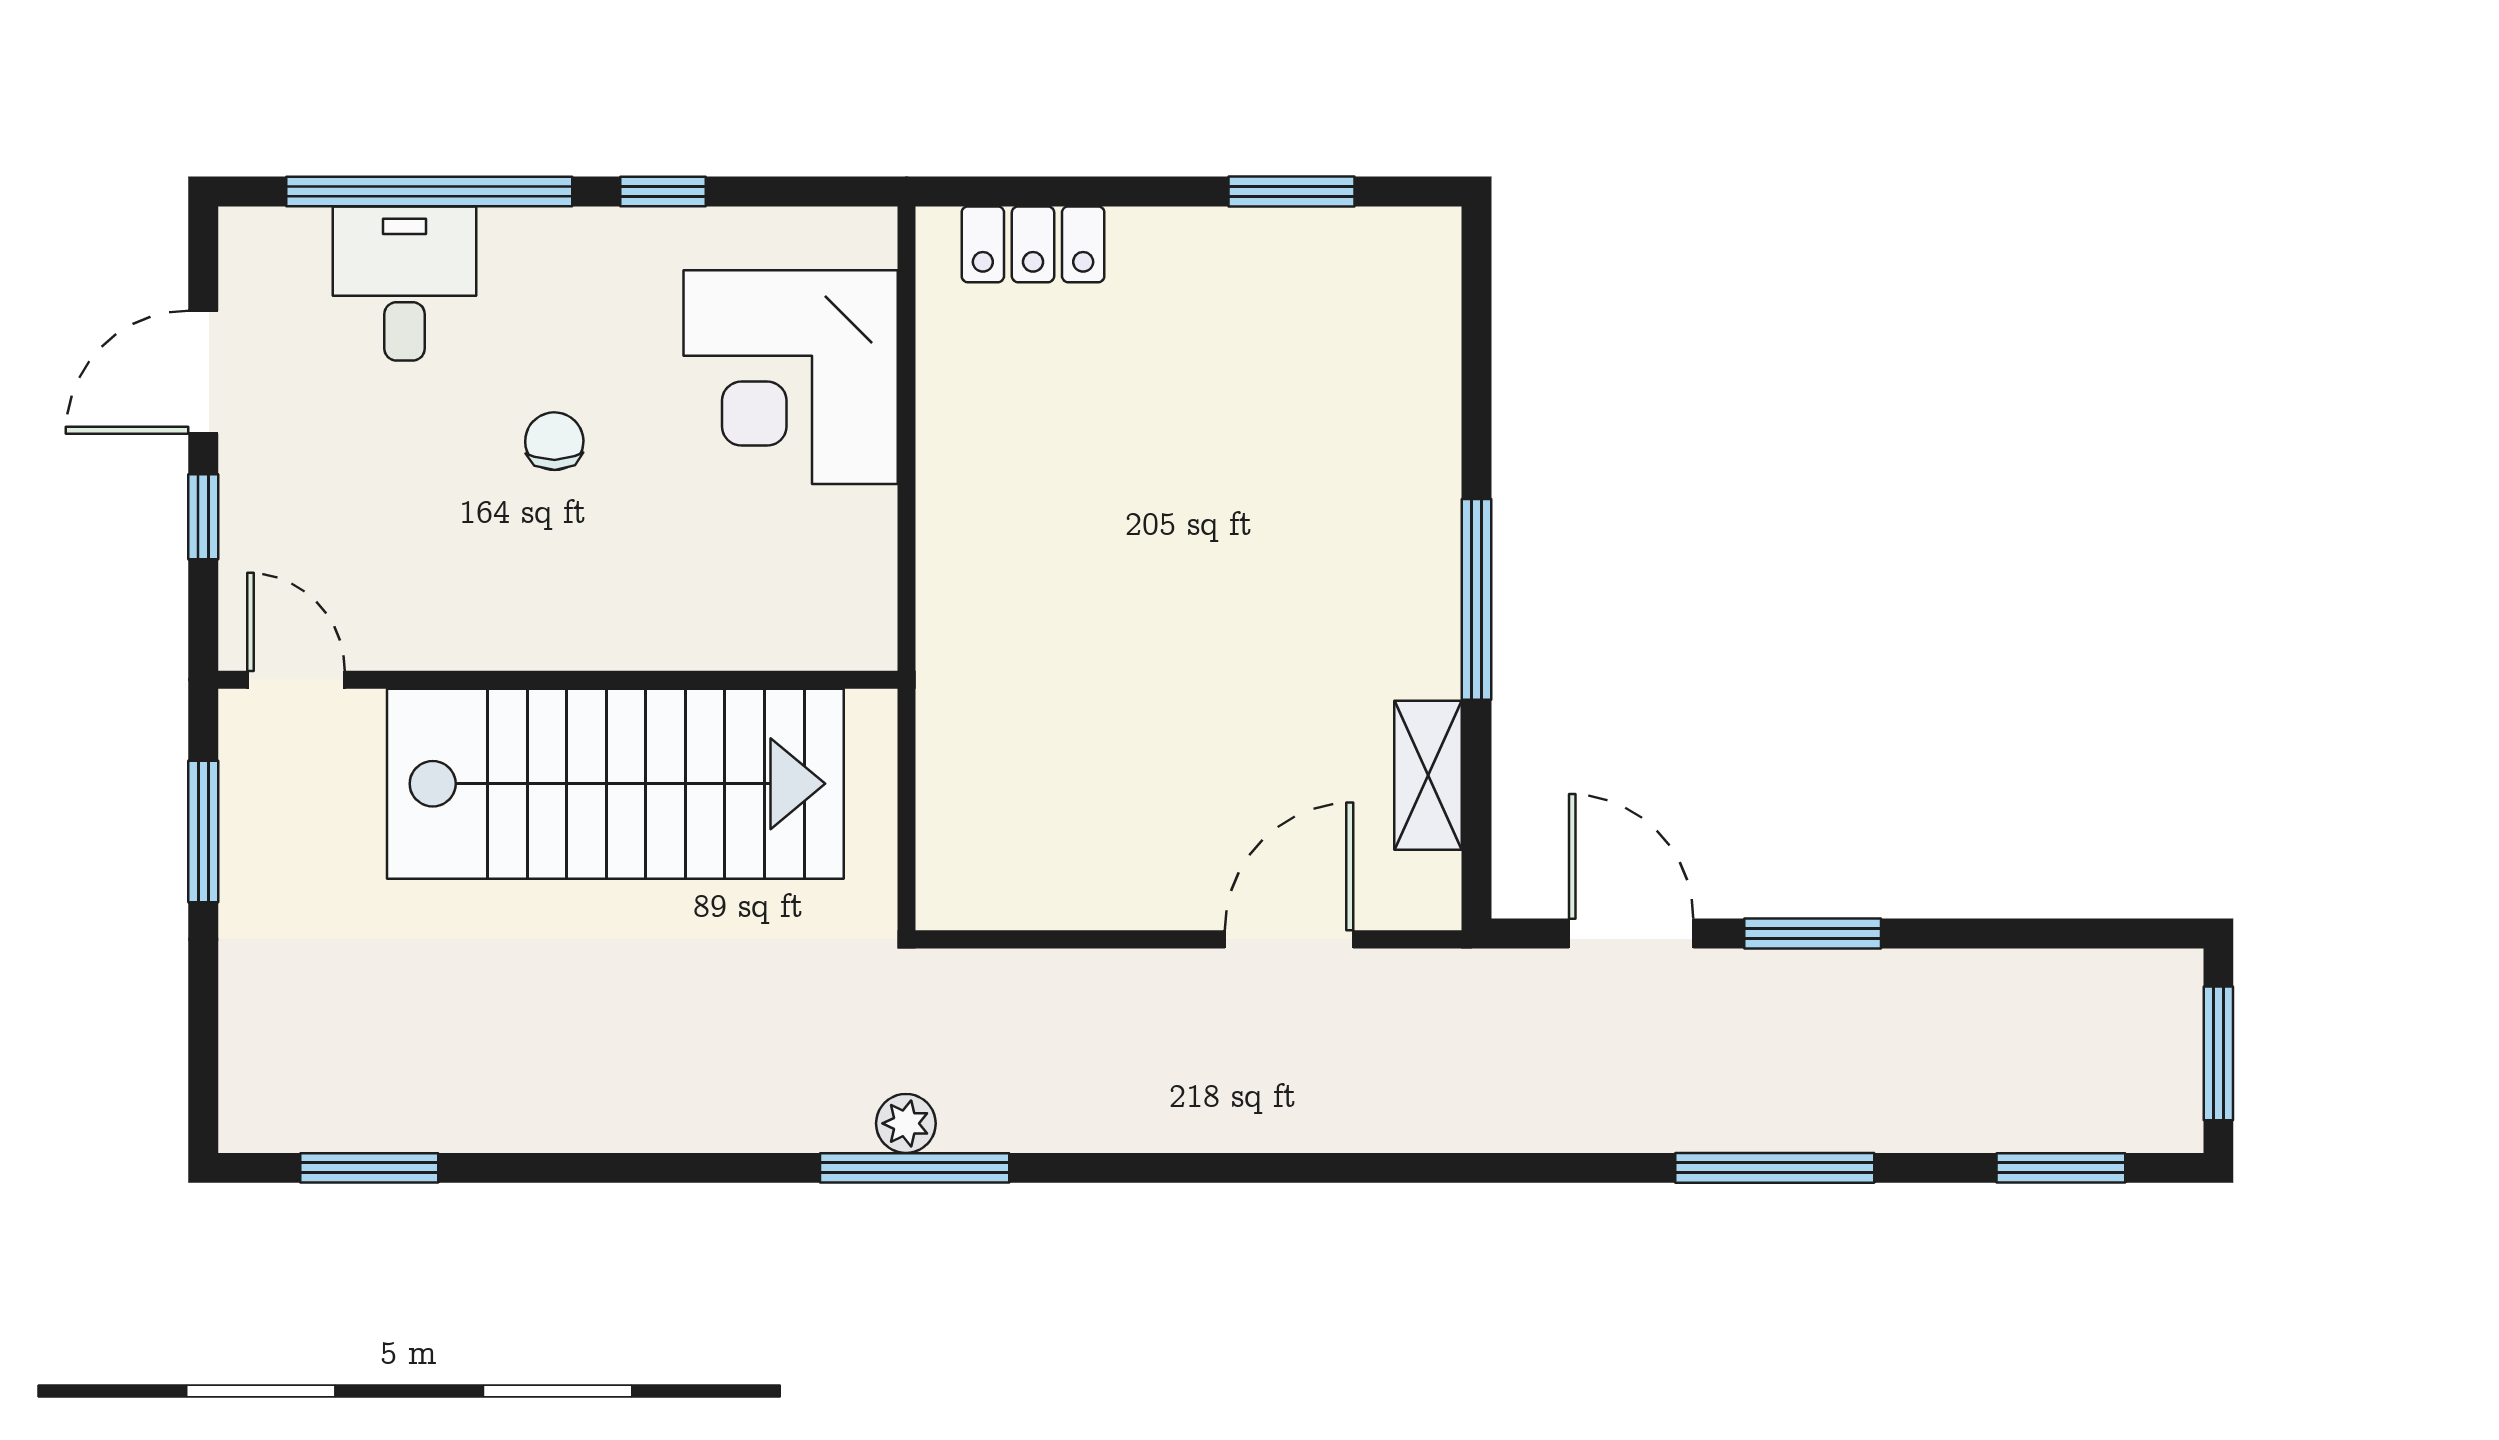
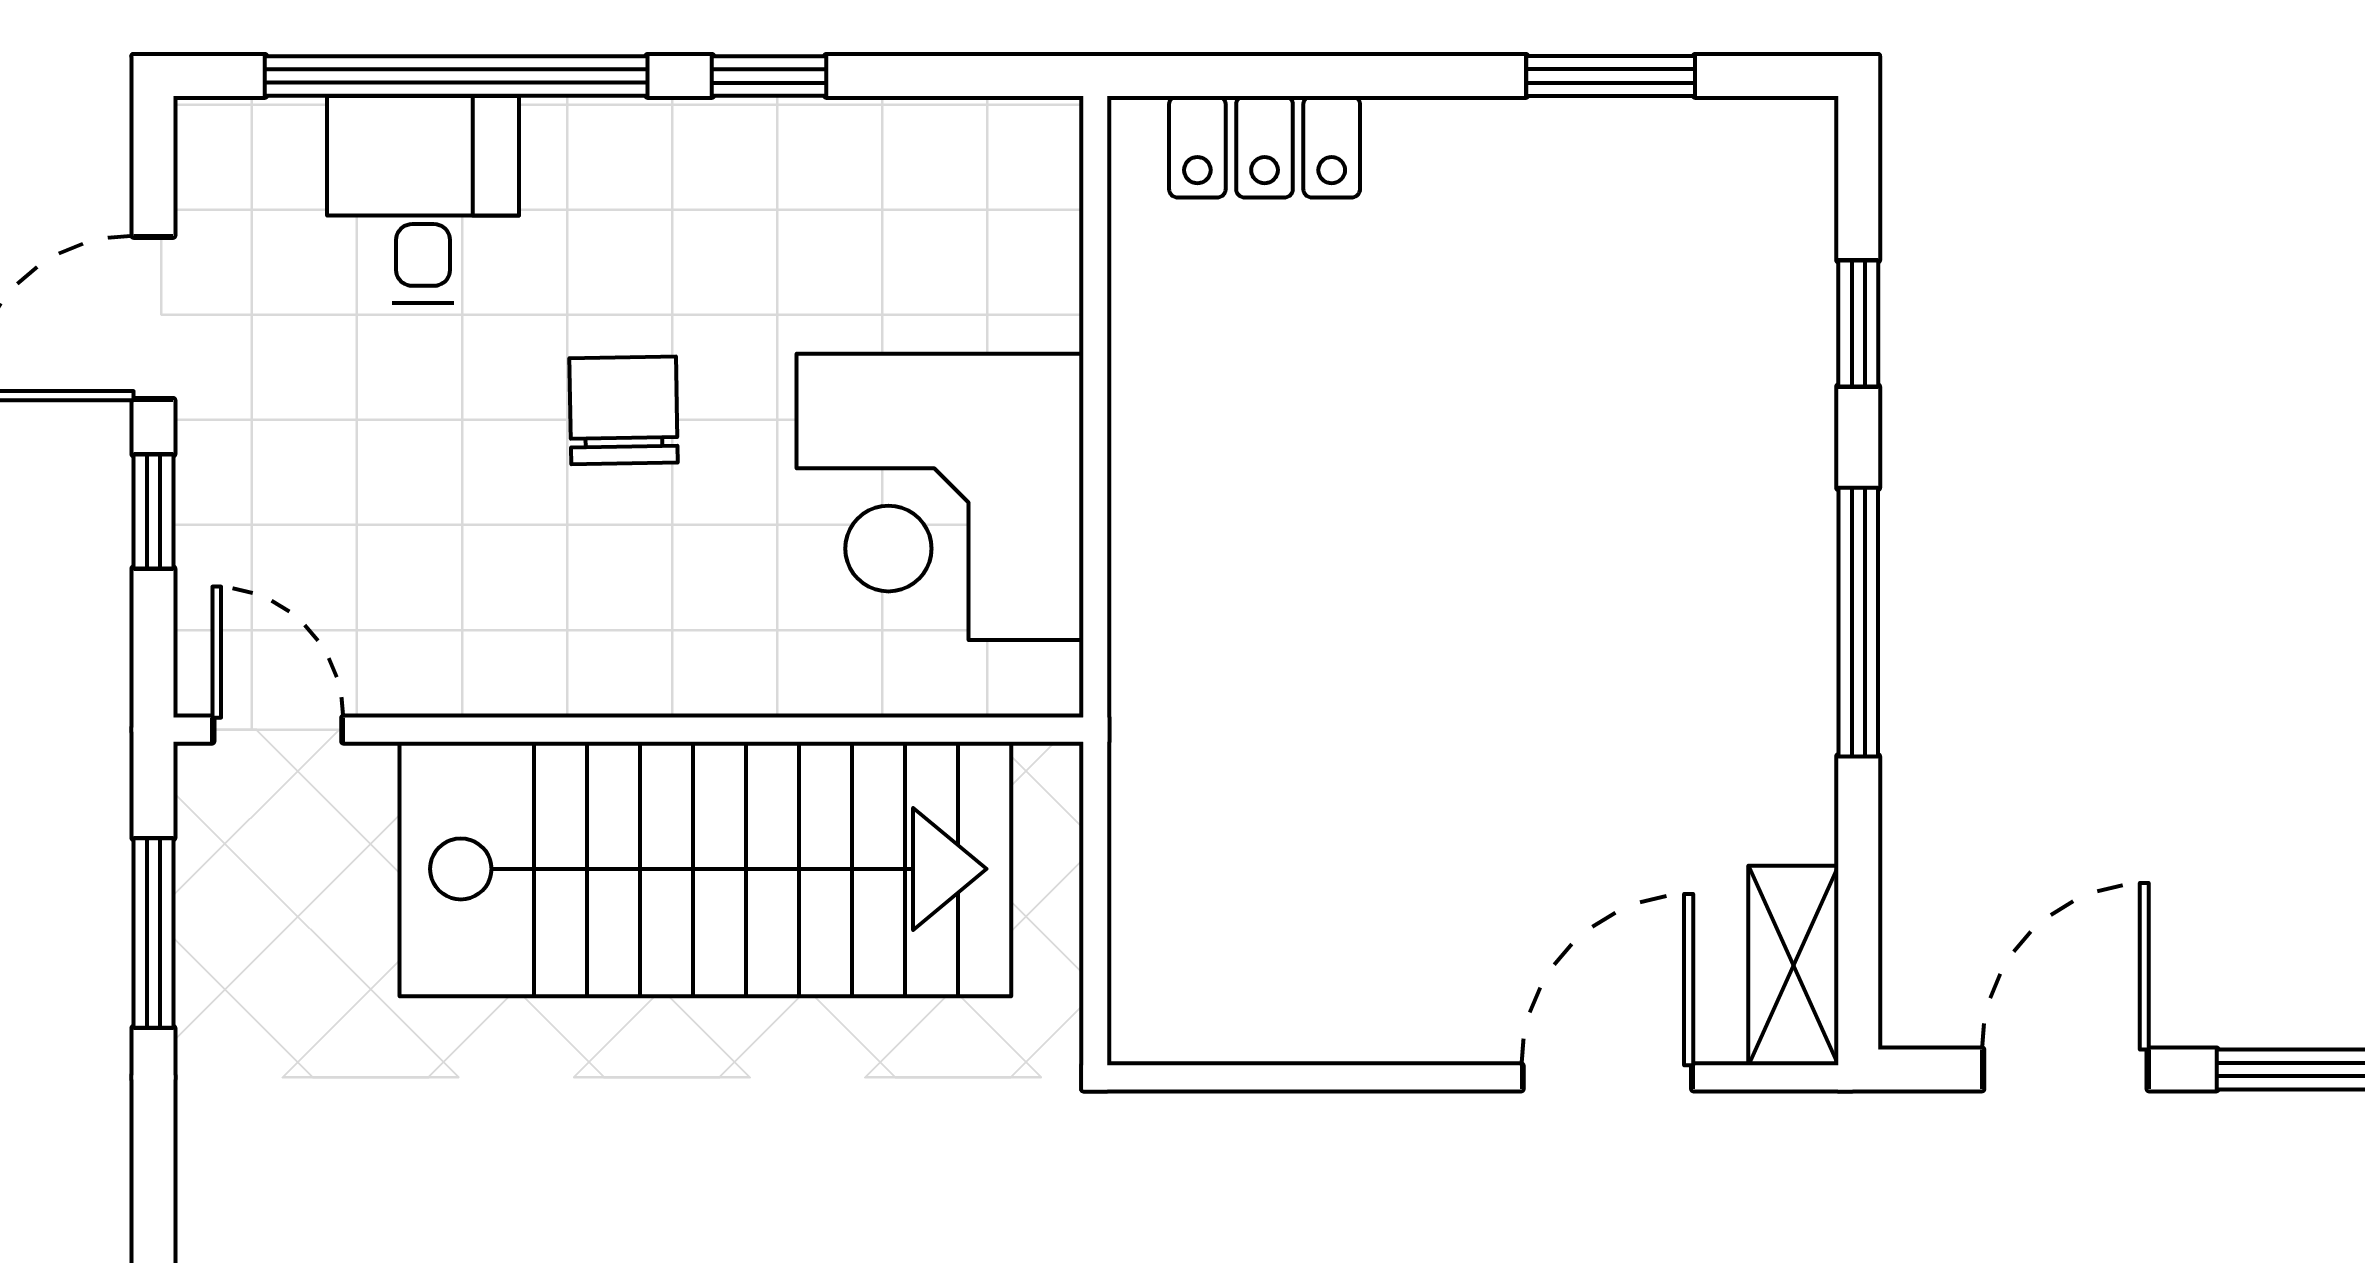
window: (1476, 376) -> (1858, 323), added
corner desk: (791, 377) -> (940, 497), moved
chair: (554, 441) -> (624, 410), width x1.37, depth x1.37
shelving: (1428, 775) -> (1793, 966), moved
door: (1631, 933) -> (2065, 1069), hinge flipped

